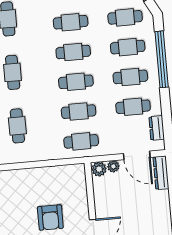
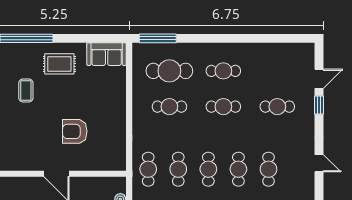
plant: (99, 169) -> (119, 185), removed

